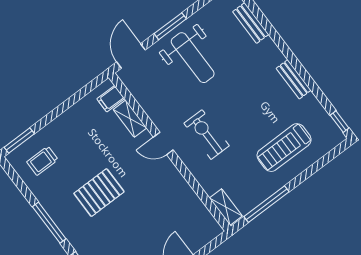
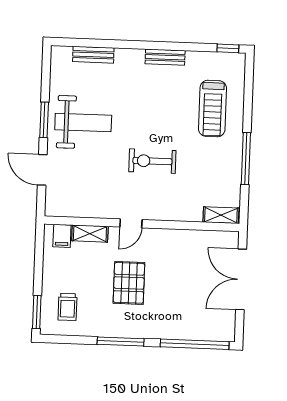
filing cabinet: (111, 99) -> (62, 236), moved
shelving: (130, 119) -> (90, 234), moved
door: (163, 143) -> (131, 223), moved
wall: (170, 152) -> (142, 224), moved
shelving: (226, 207) -> (221, 215), moved

